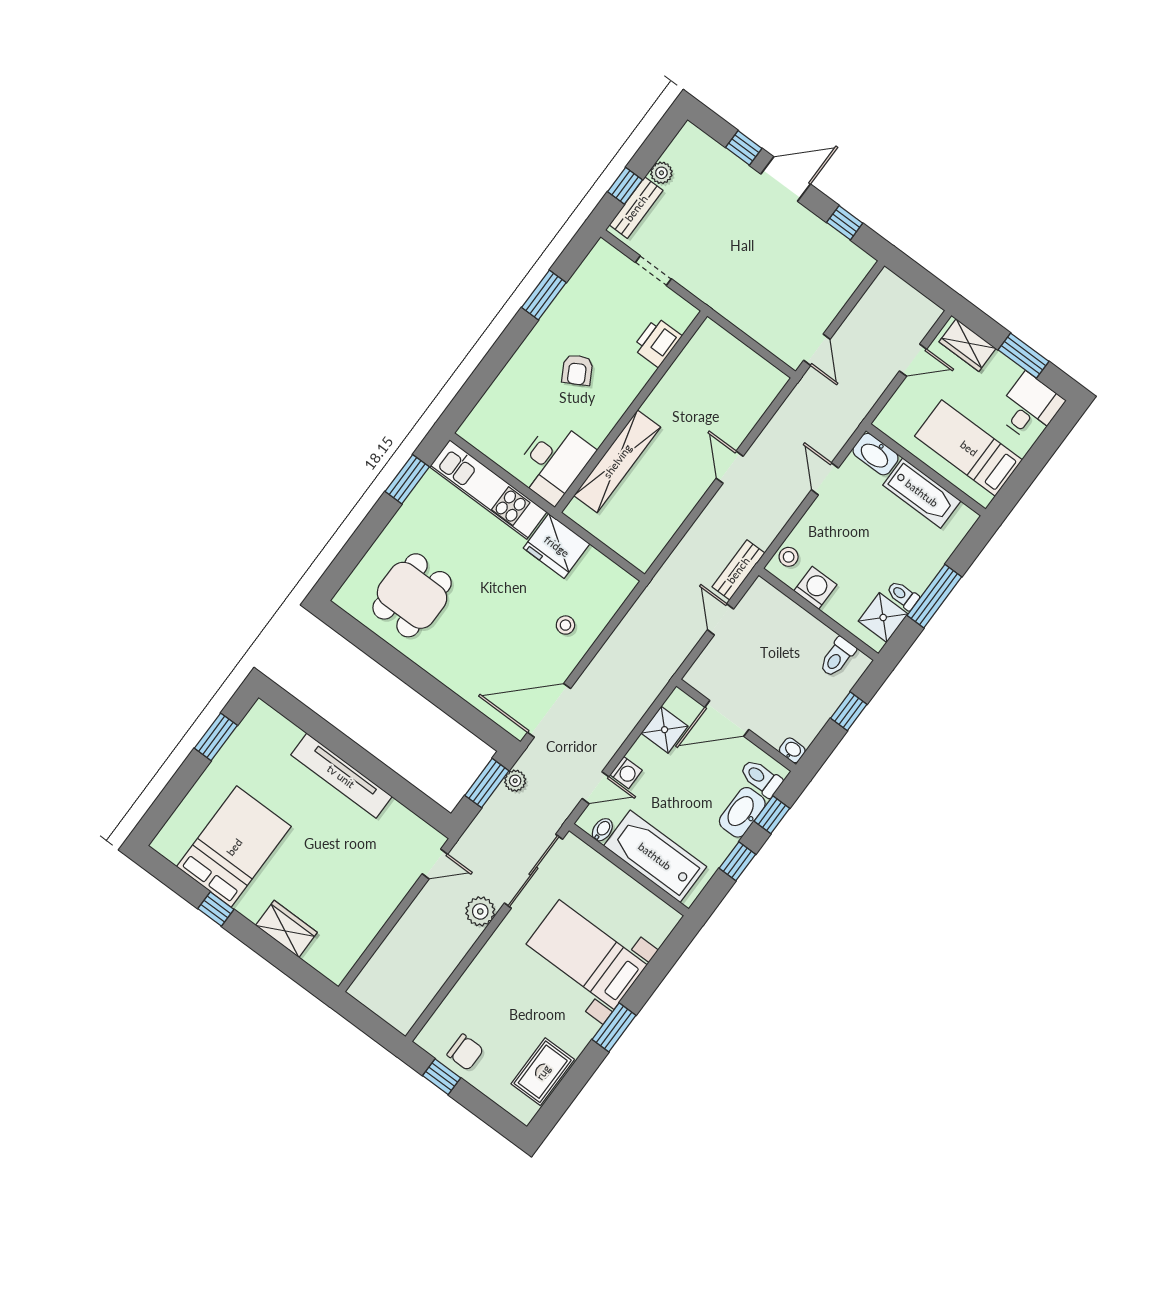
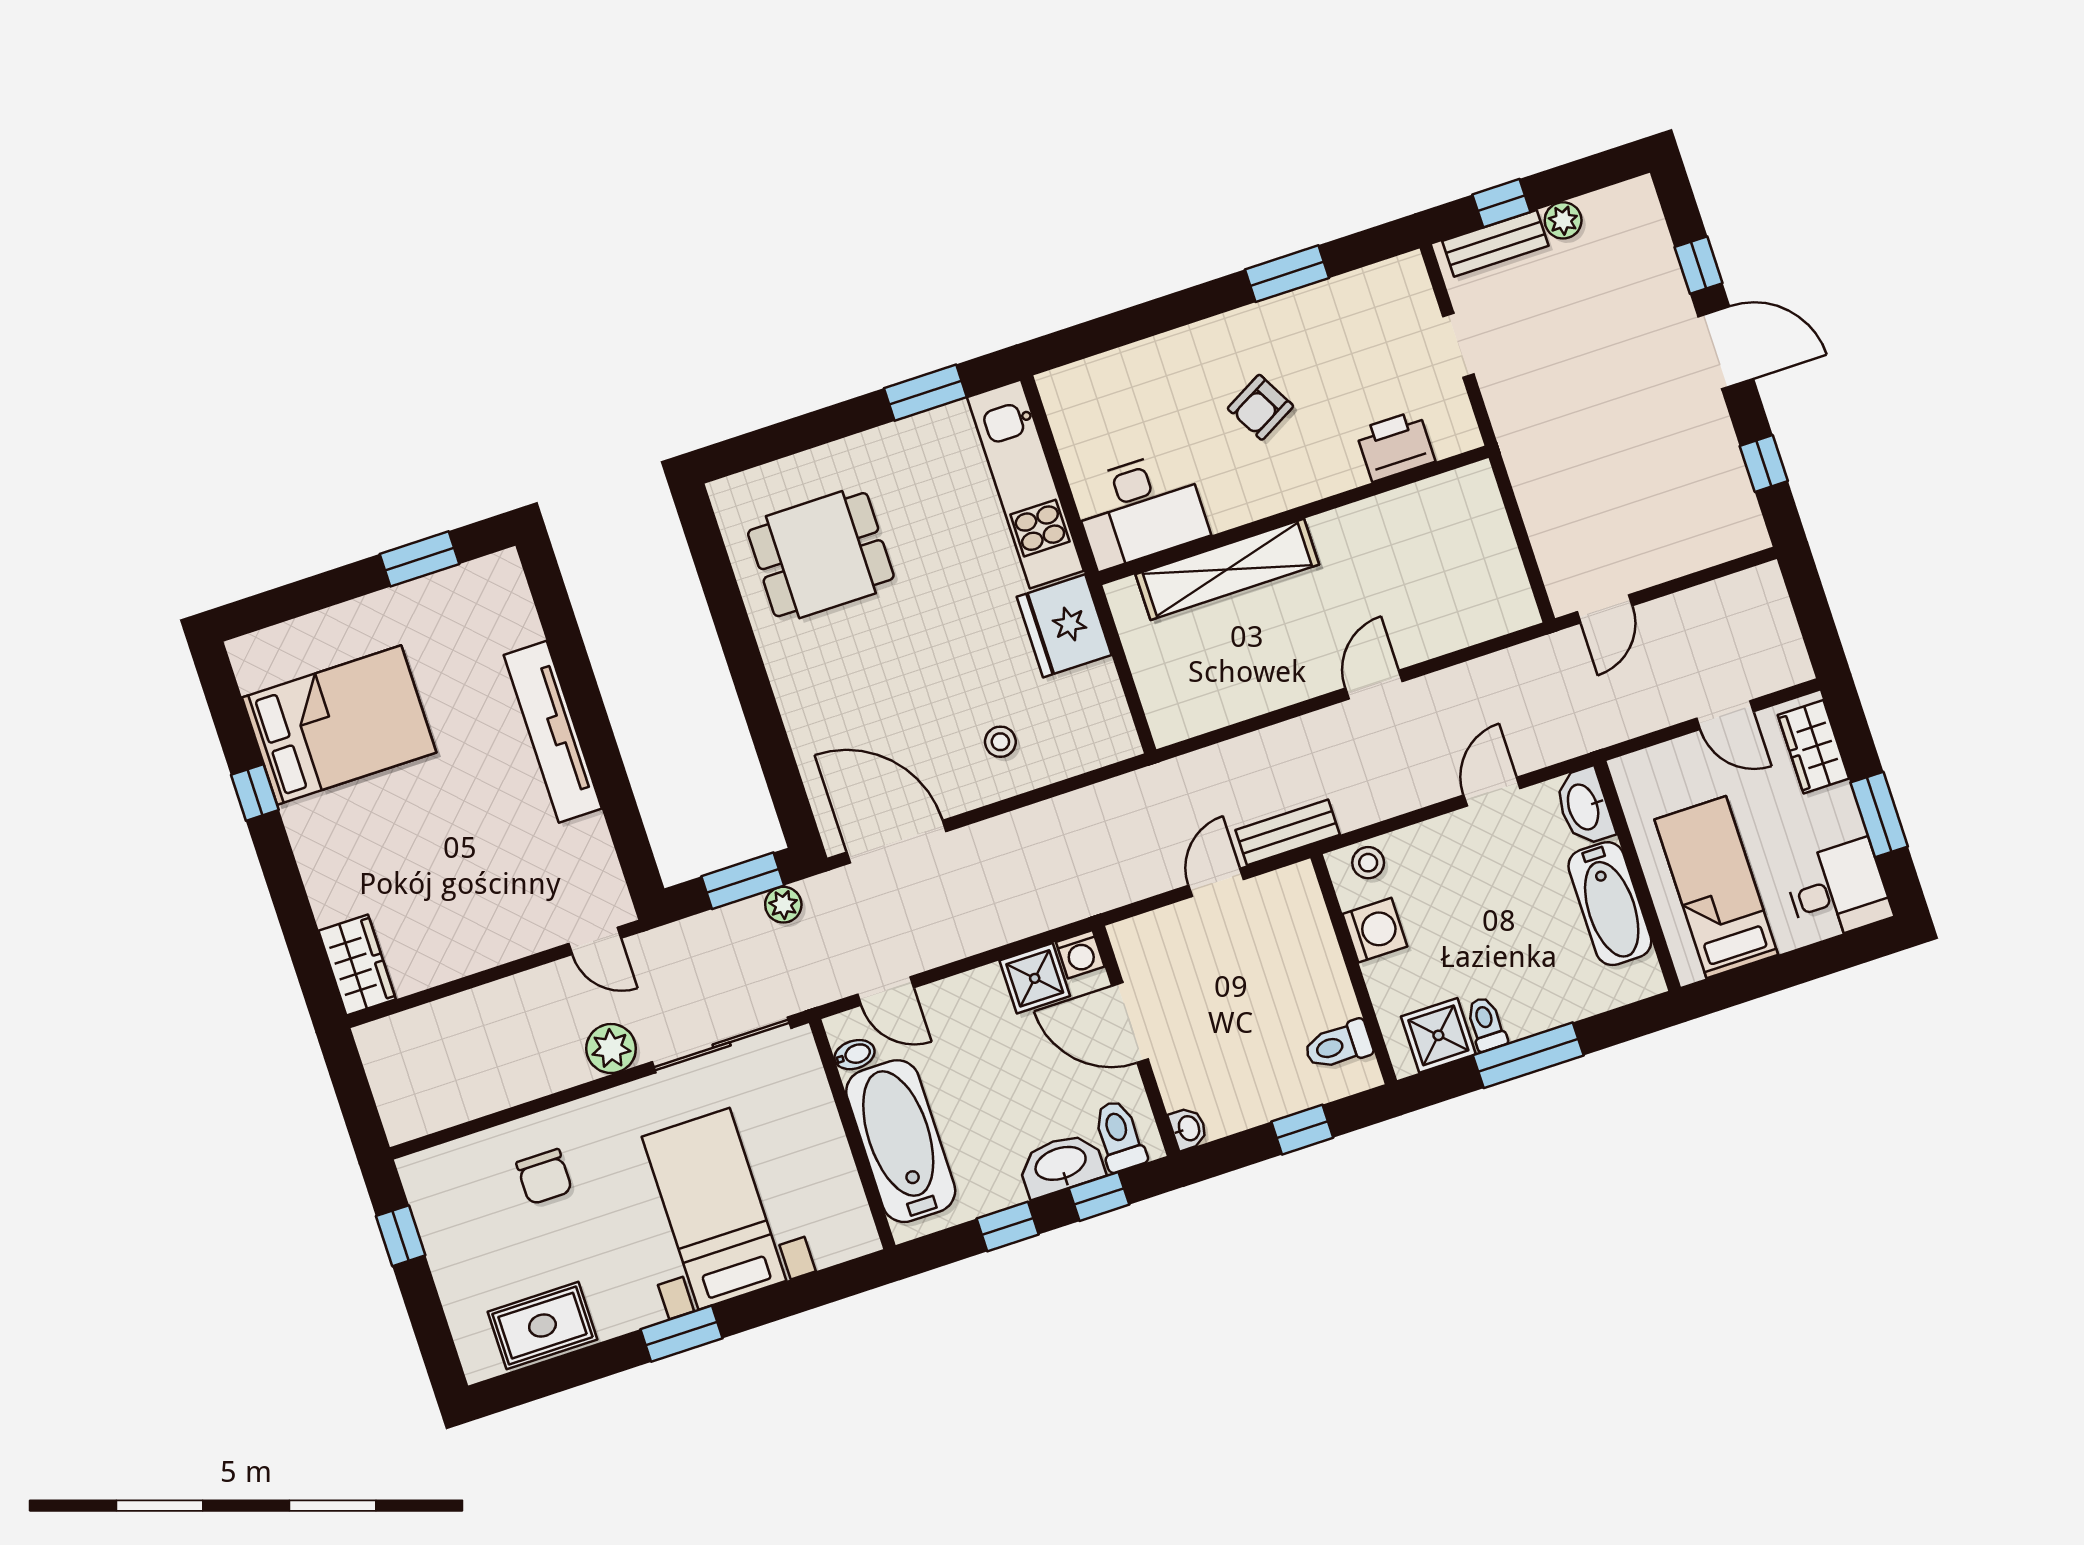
washing machine: (626, 773) -> (1080, 954), moved
wardrobe: (286, 929) -> (357, 965), moved
chair: (465, 1052) -> (544, 1177), moved

